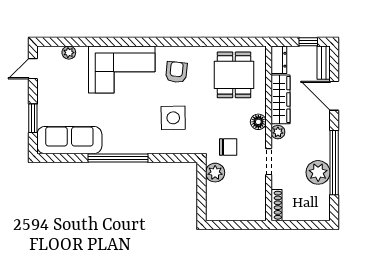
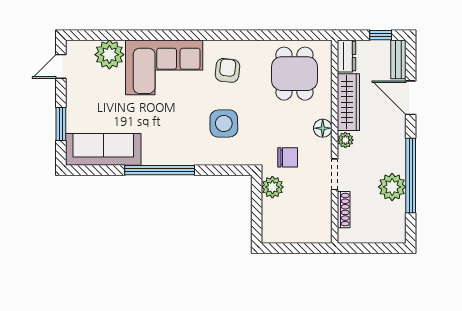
plant: (69, 53) -> (109, 55), width x1.88, depth x1.88
shoe rack: (276, 205) -> (344, 210), moved

